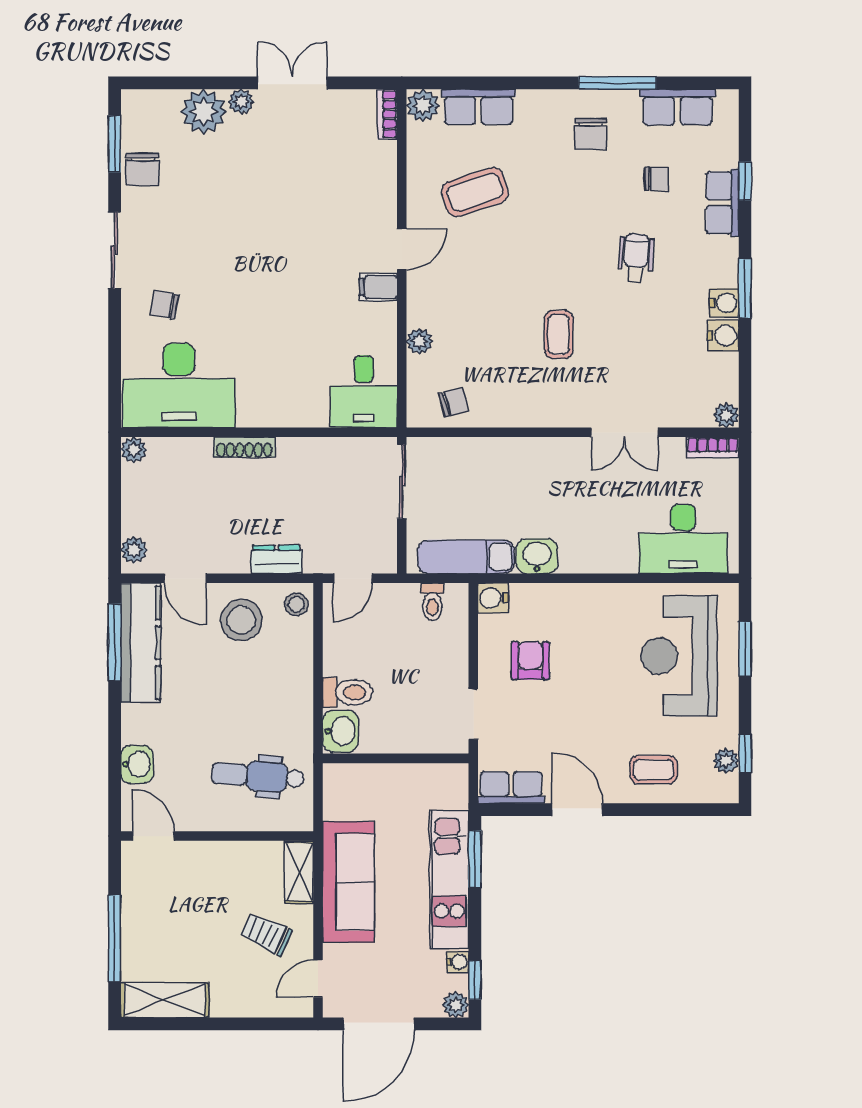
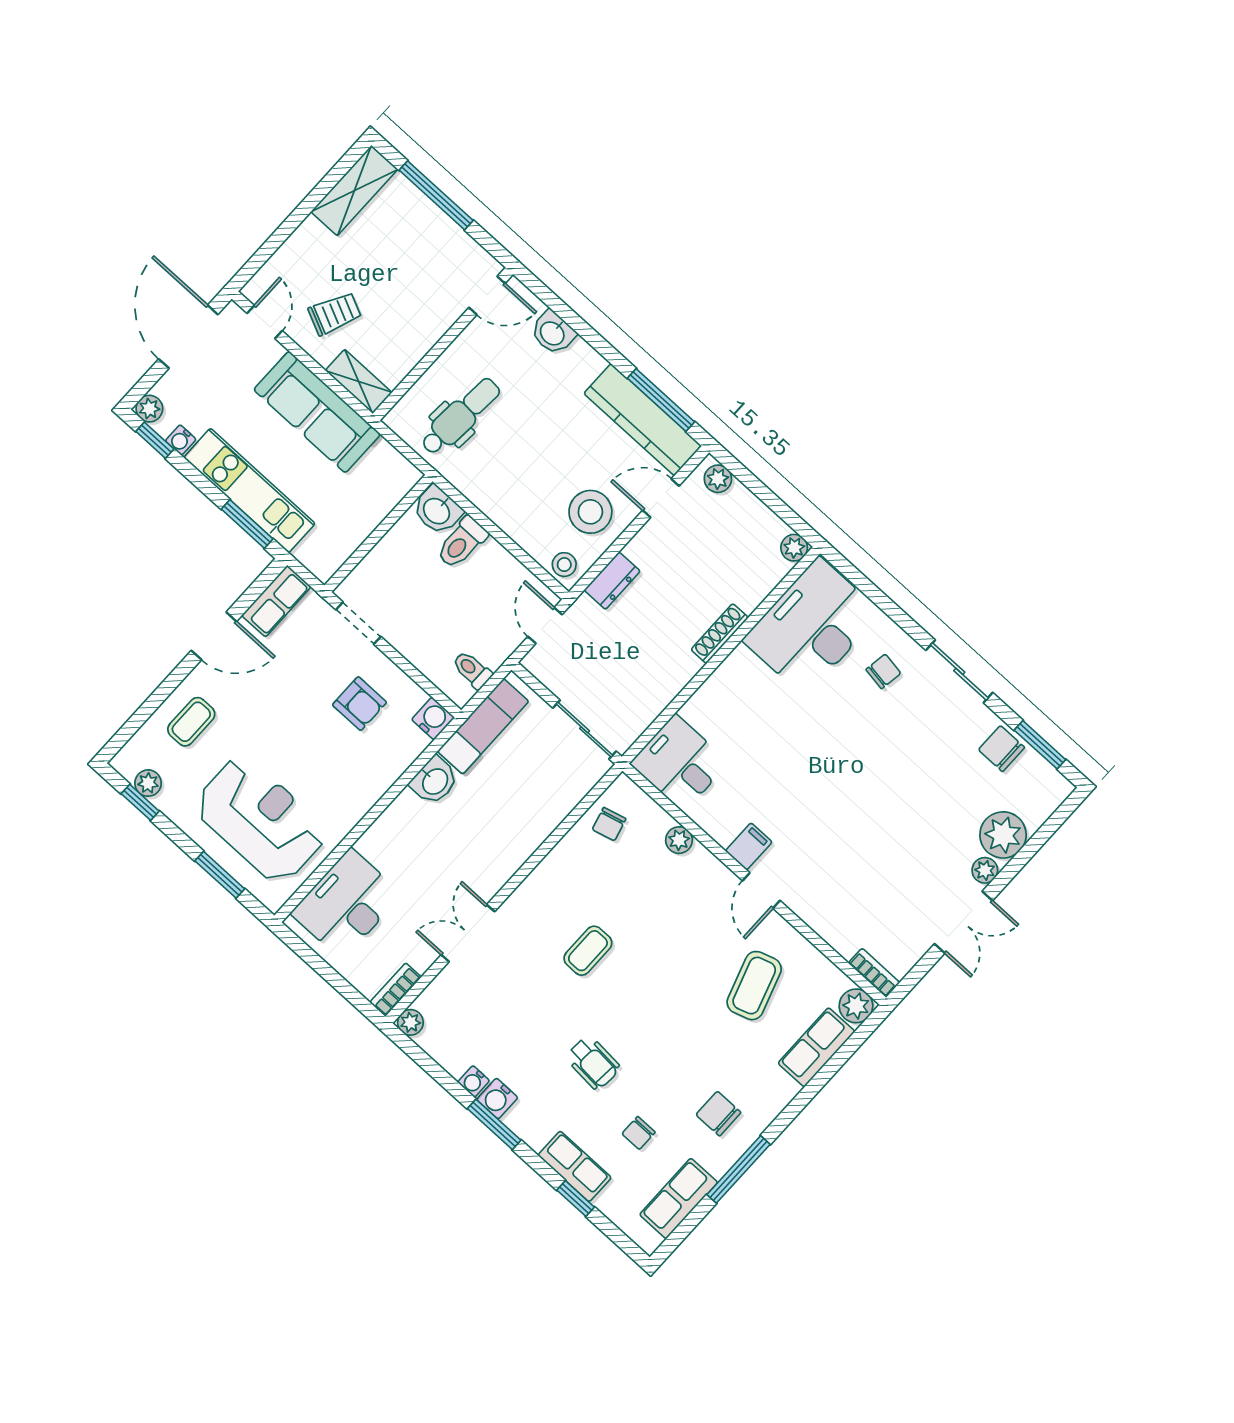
coffee table: (559, 334) -> (588, 951), turned 90
water cooler: (723, 335) -> (474, 1081), width x0.72, depth x0.72

